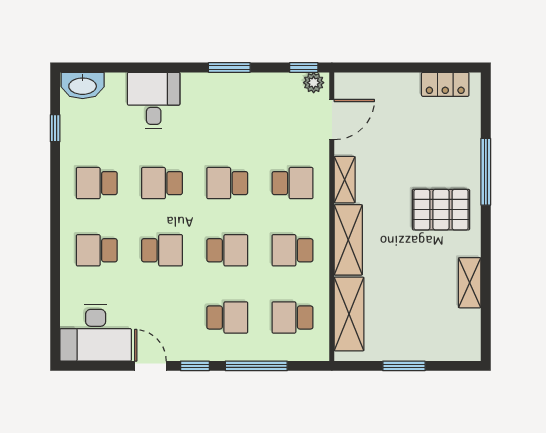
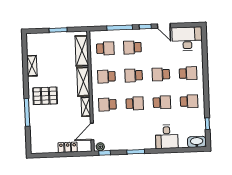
locker: (445, 84) -> (68, 147), moved
school desk: (293, 250) -> (106, 76), turned 180

